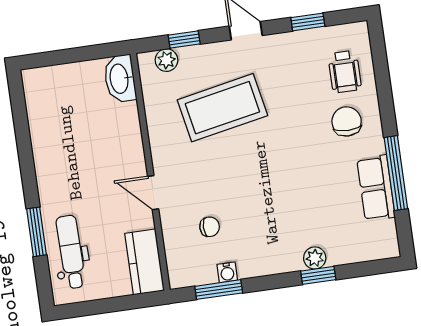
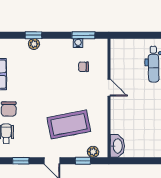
kitchen counter: (145, 262) -> (118, 54), removed

